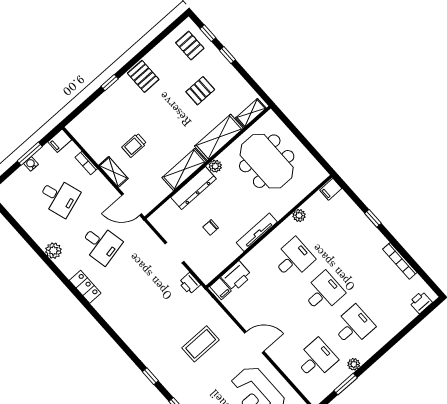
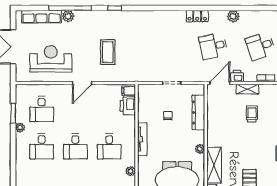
shelving: (184, 169) -> (213, 130), removed
dresser: (194, 188) -> (198, 112), moved
printer: (190, 283) -> (237, 76), moved

